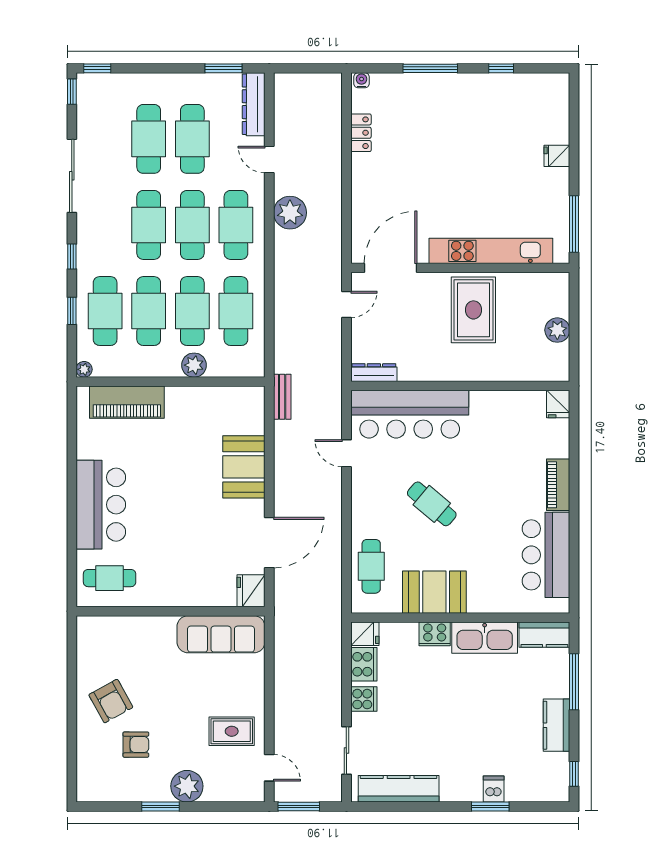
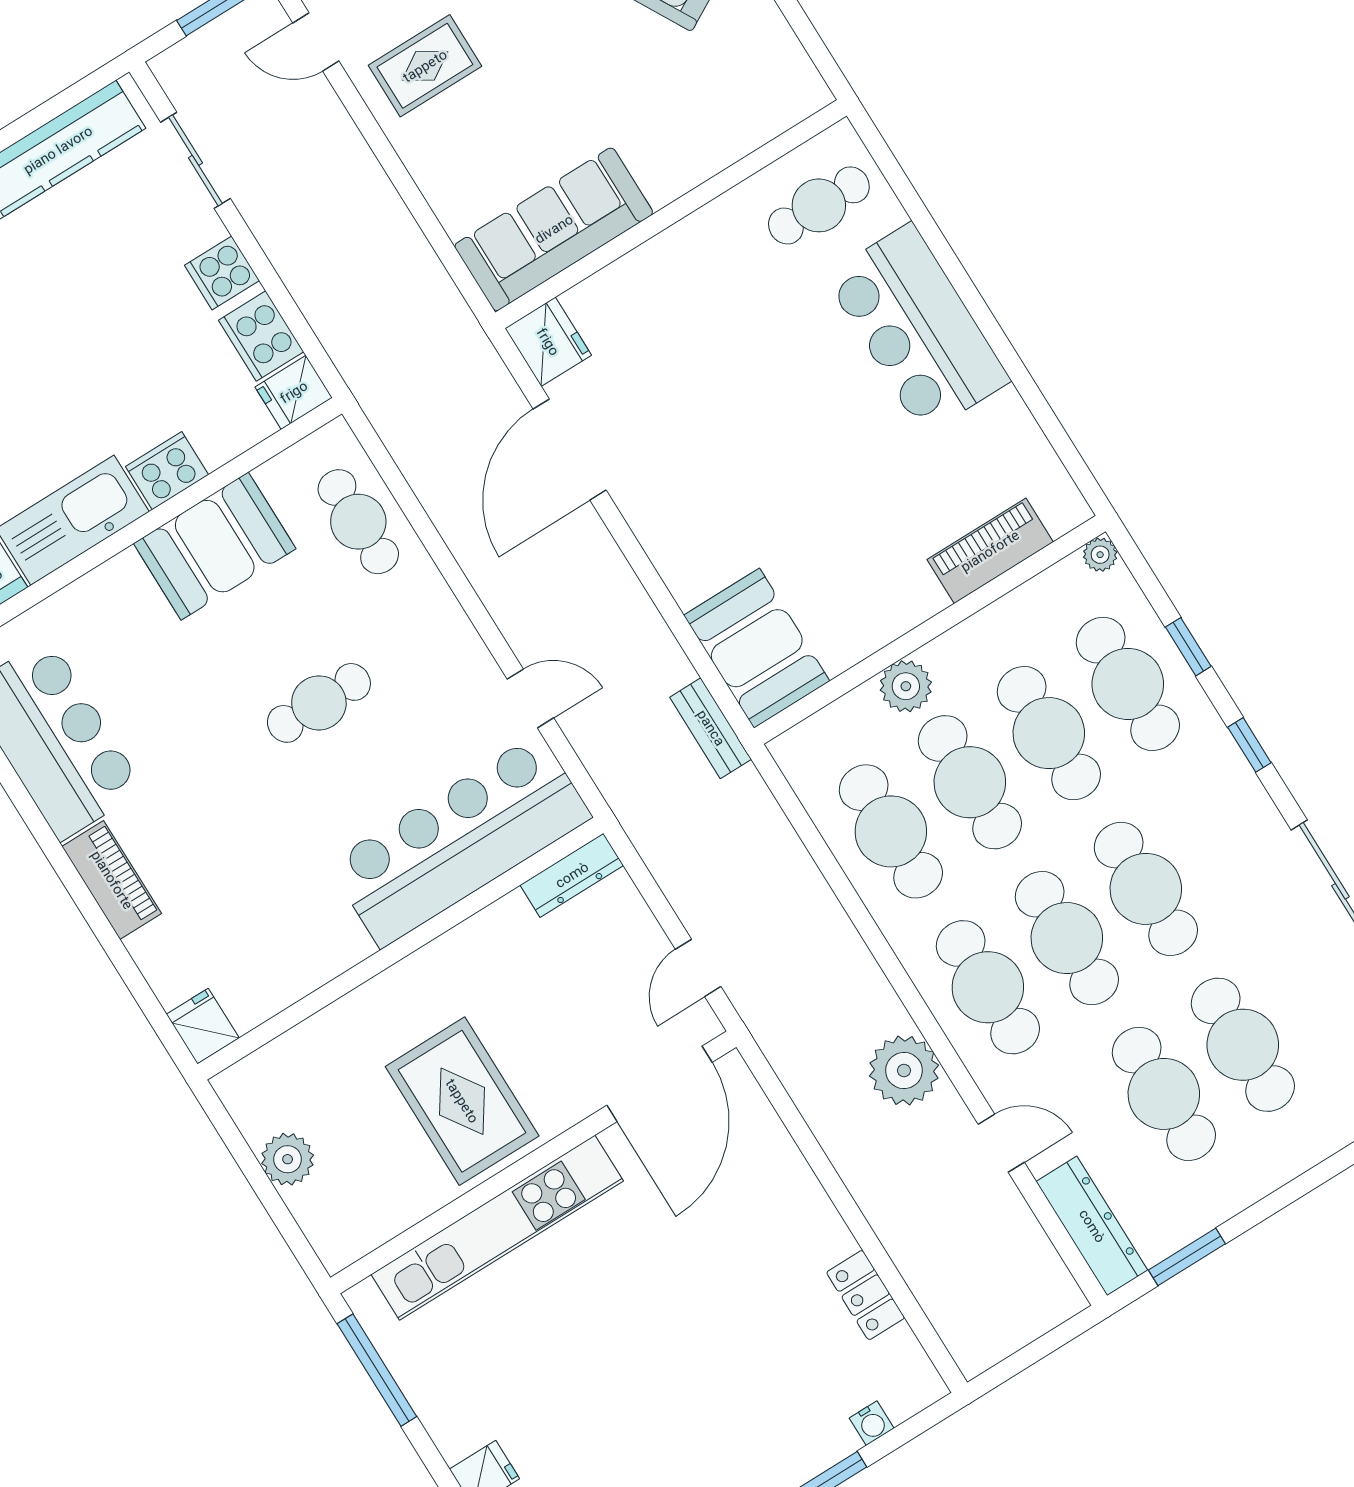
water cooler: (362, 80) -> (872, 1423), moved
piano: (127, 402) -> (990, 551), width x0.73, depth x0.75
booth: (244, 467) -> (757, 648), moved
cafe table: (432, 504) -> (319, 703), turned -40

